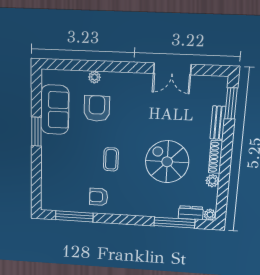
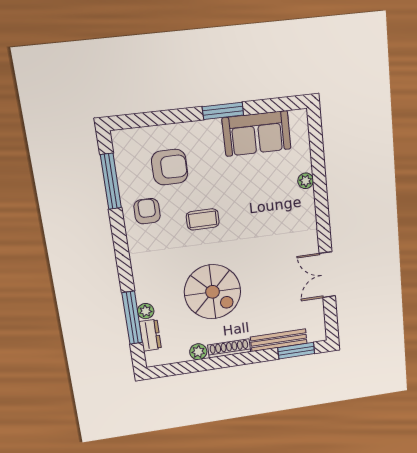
armchair: (97, 108) -> (170, 167), moved
bench: (218, 123) -> (279, 340), width x1.36
spiral stairs: (167, 162) -> (213, 292), turned 90
plant: (210, 215) -> (146, 311), moved

